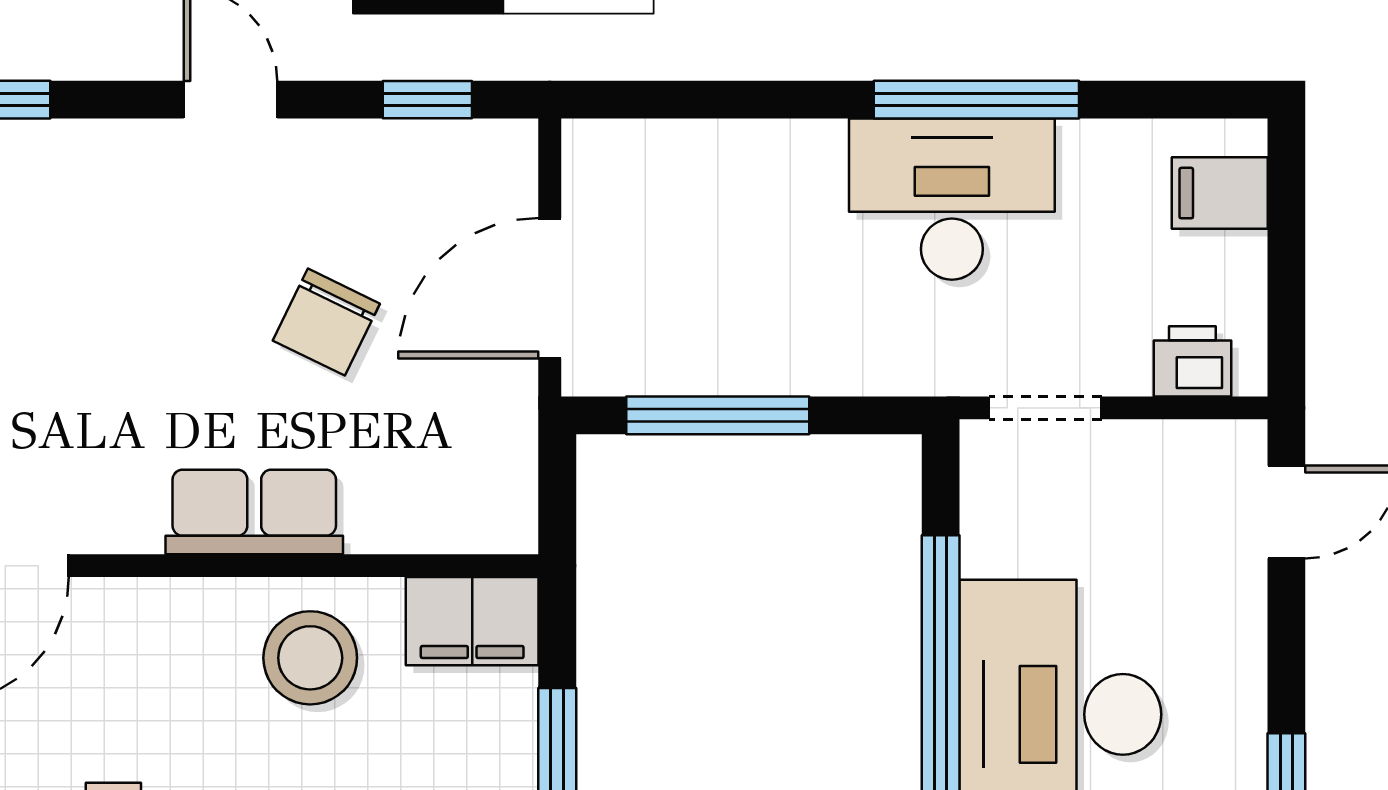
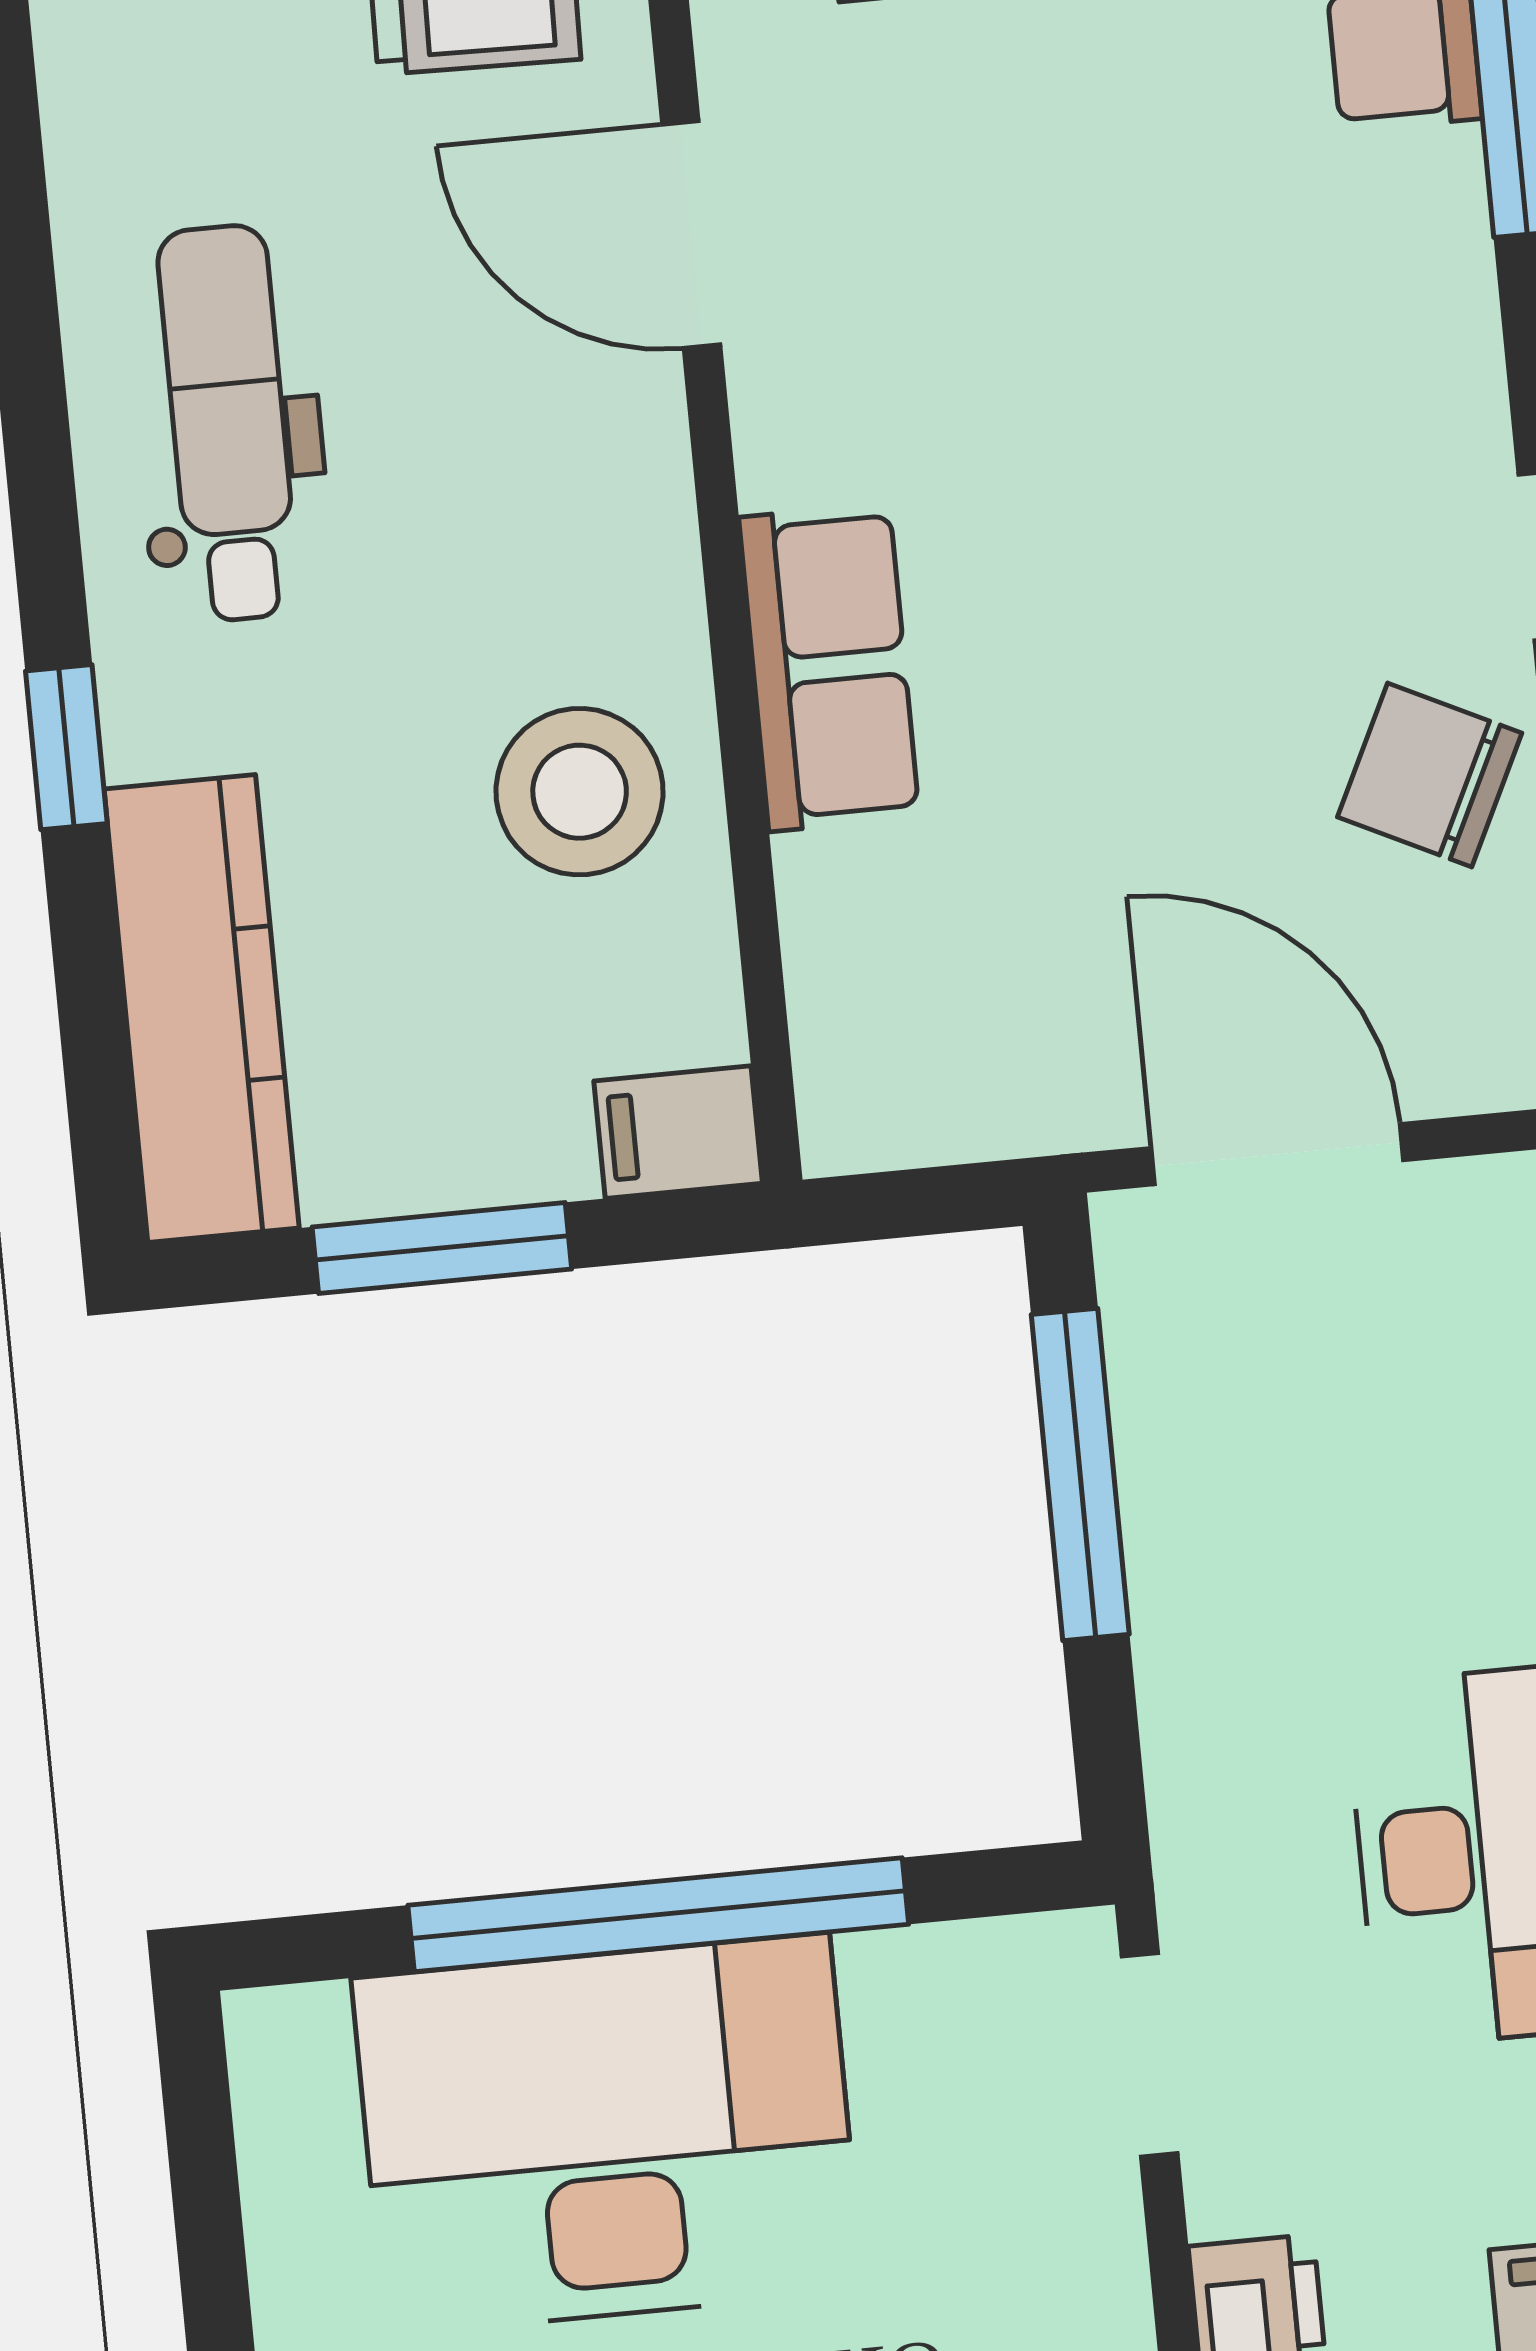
chair: (326, 322) -> (1430, 775), moved
filing cabinet: (472, 621) -> (678, 1132), width x0.50

